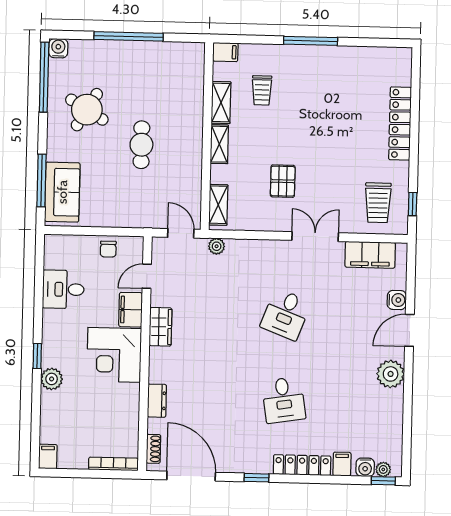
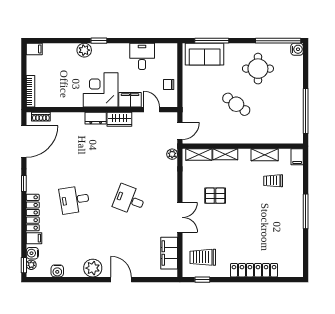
window: (129, 36) -> (306, 111), moved
round table: (87, 110) -> (258, 69), turned -31
shelving: (219, 144) -> (225, 154), moved
cafe table: (141, 145) -> (236, 104), turned 36
water cooler: (397, 300) -> (57, 271), moved
dresser: (157, 401) -> (96, 118), moved

